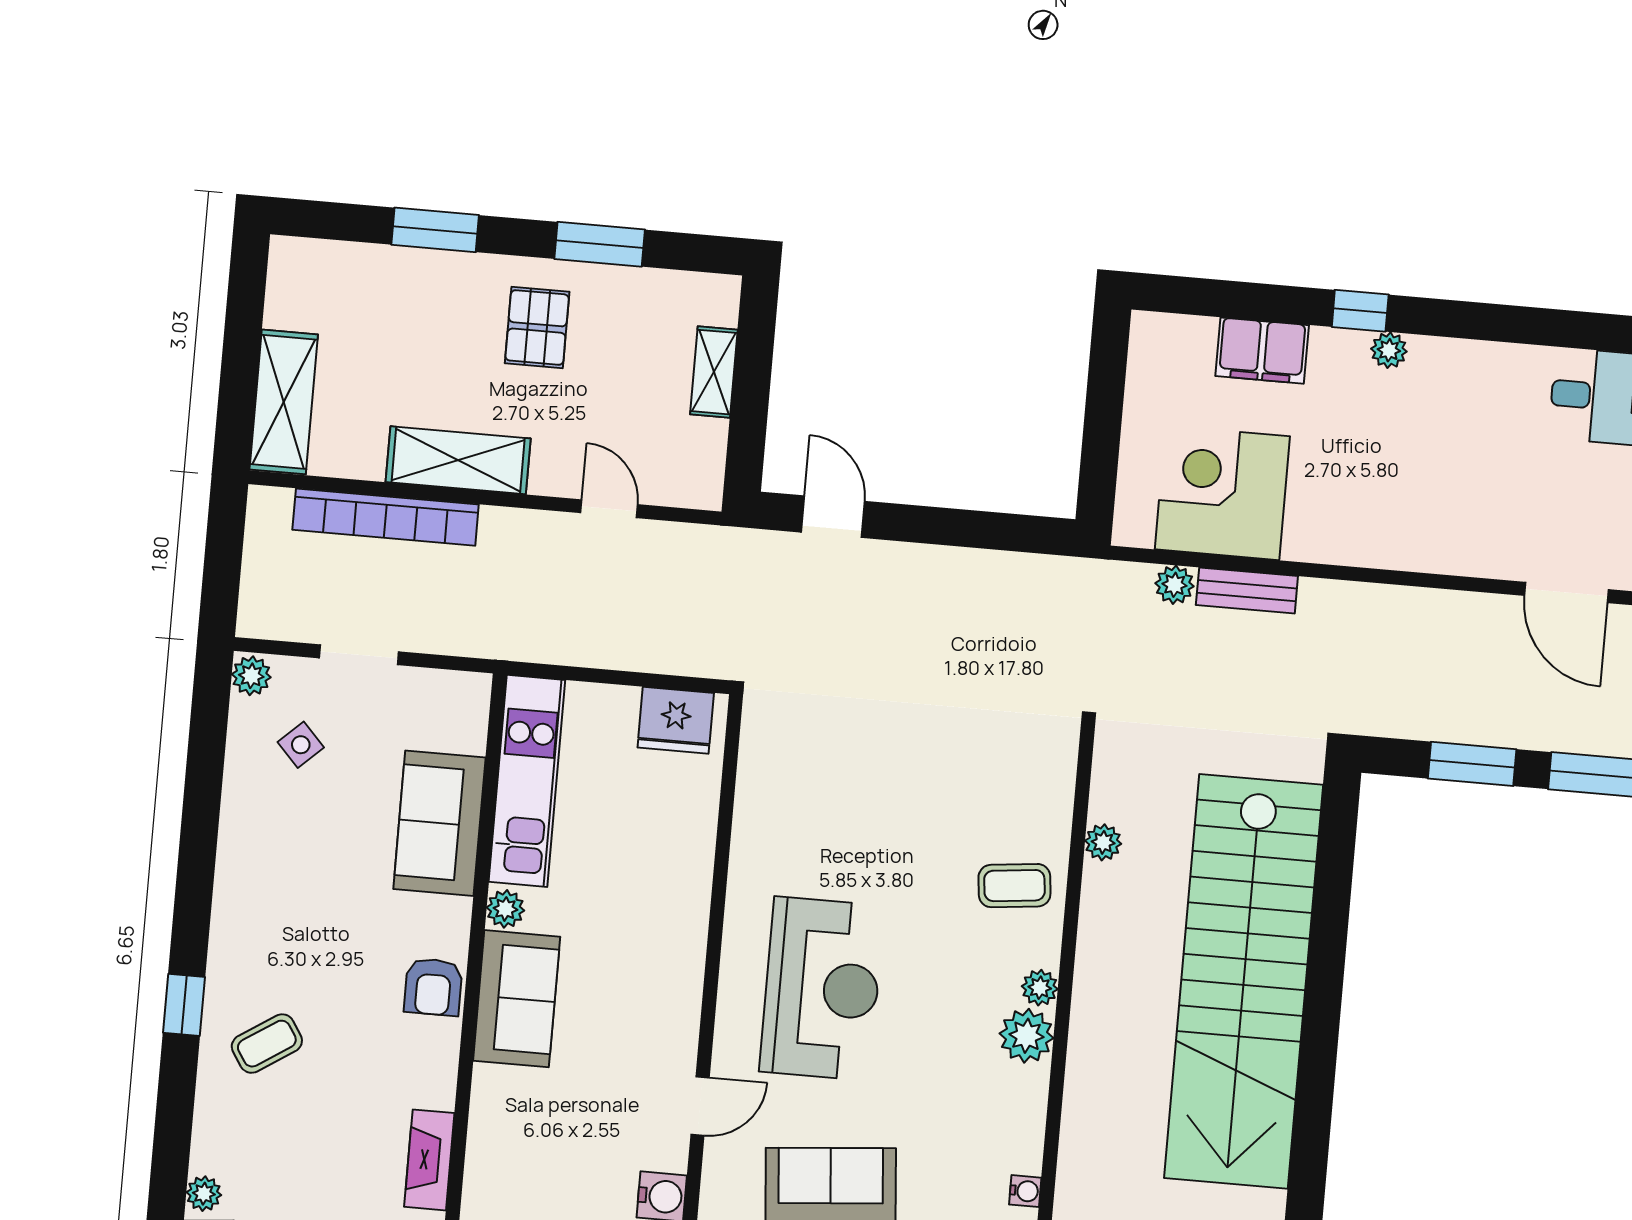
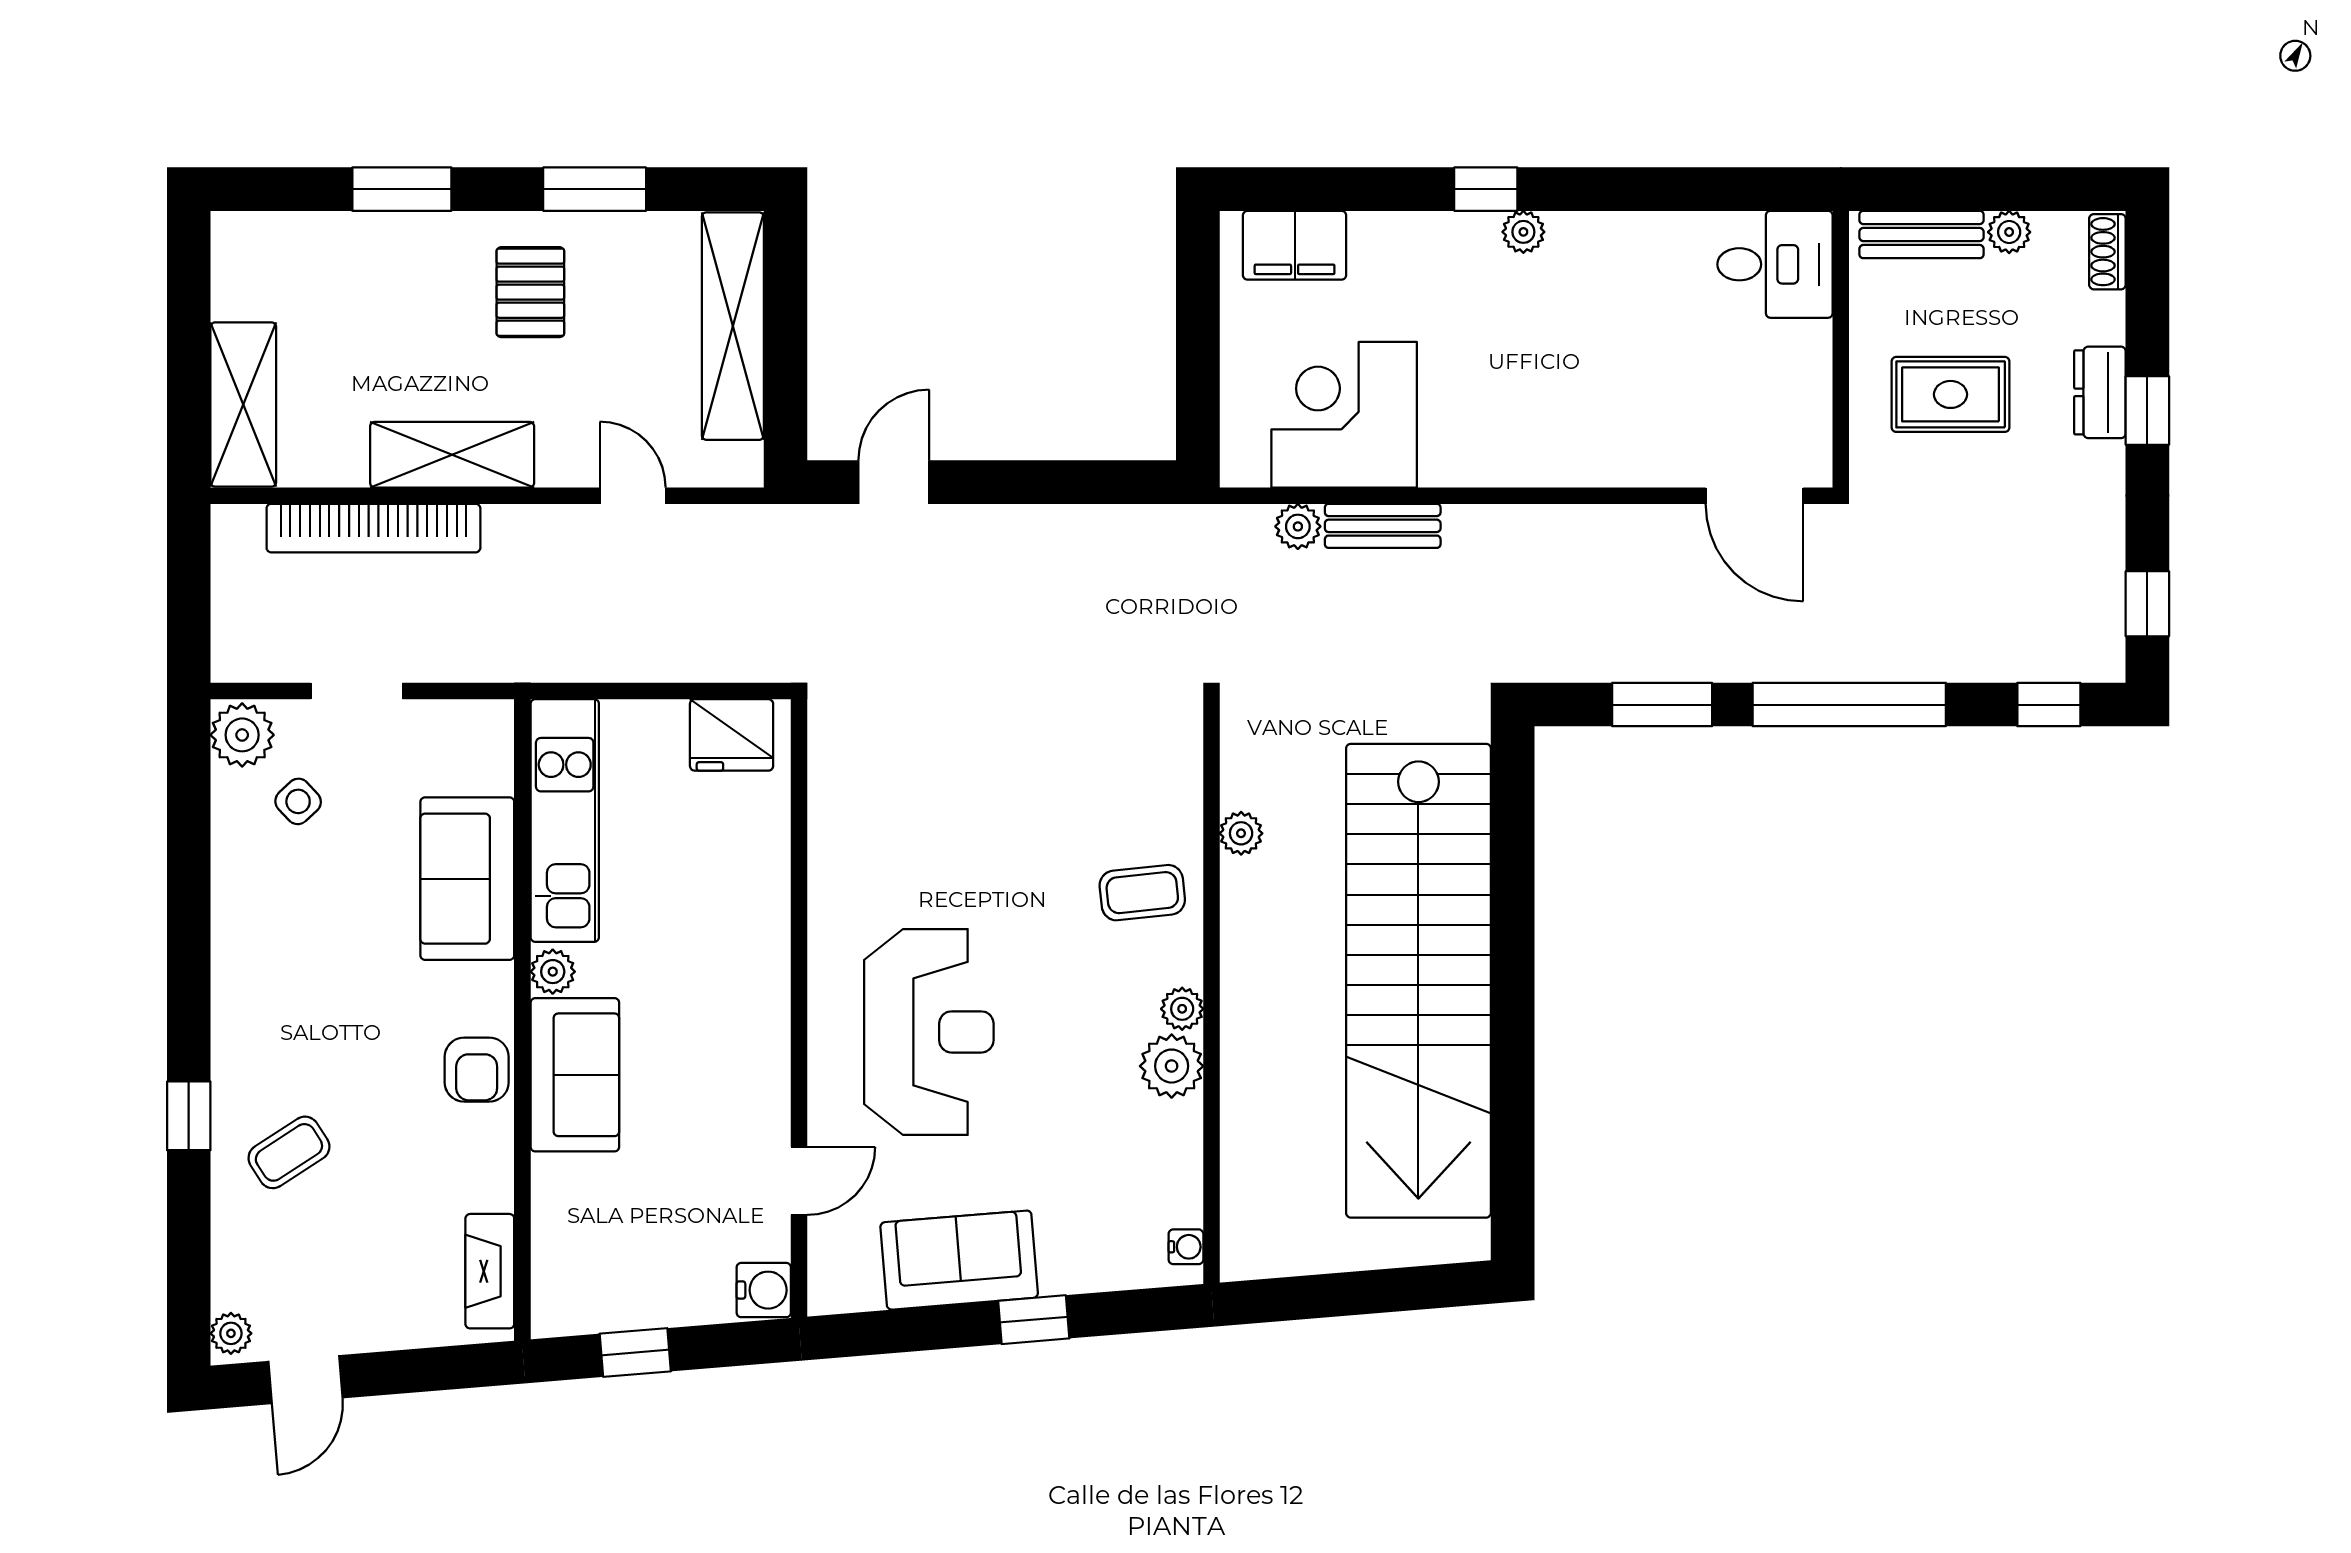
filing cabinet: (1262, 351) -> (1295, 245), moved
shelving: (714, 372) -> (733, 326), width x2.20, depth x1.33
door: (833, 517) -> (894, 482), hinge flipped
plant: (251, 676) -> (242, 735), width x1.38, depth x1.38

